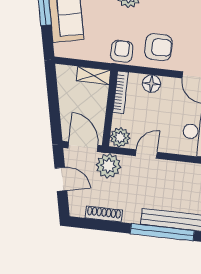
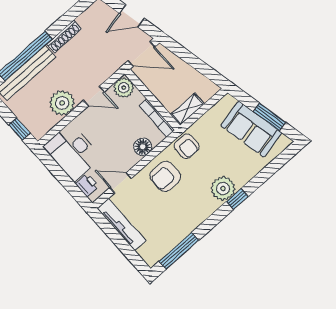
door: (146, 154) -> (94, 96), hinge flipped
plant: (108, 166) -> (62, 103), moved
shoe rack: (104, 214) -> (64, 37), moved

